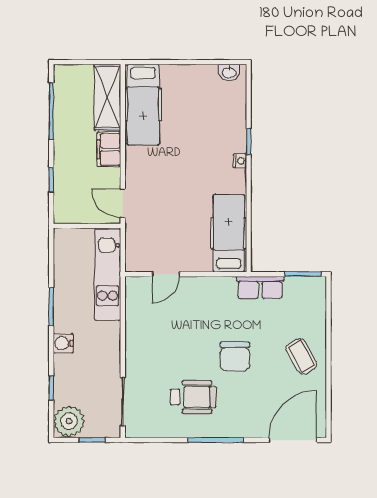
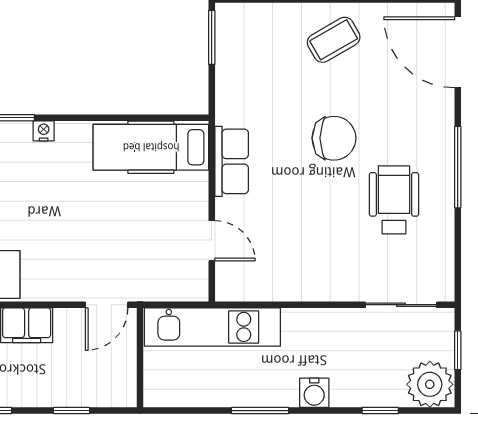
row of seats: (260, 288) -> (232, 161), moved

